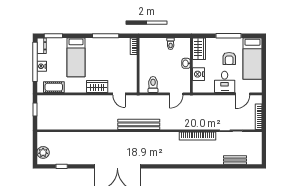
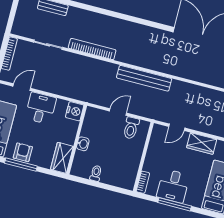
desk: (110, 49) -> (173, 186), added
armchair: (229, 59) -> (23, 152), moved
nightstand: (199, 74) -> (75, 111), moved
door: (119, 94) -> (177, 127), swing flipped
door: (176, 94) -> (118, 112), moved
bench: (139, 124) -> (144, 78), moved

